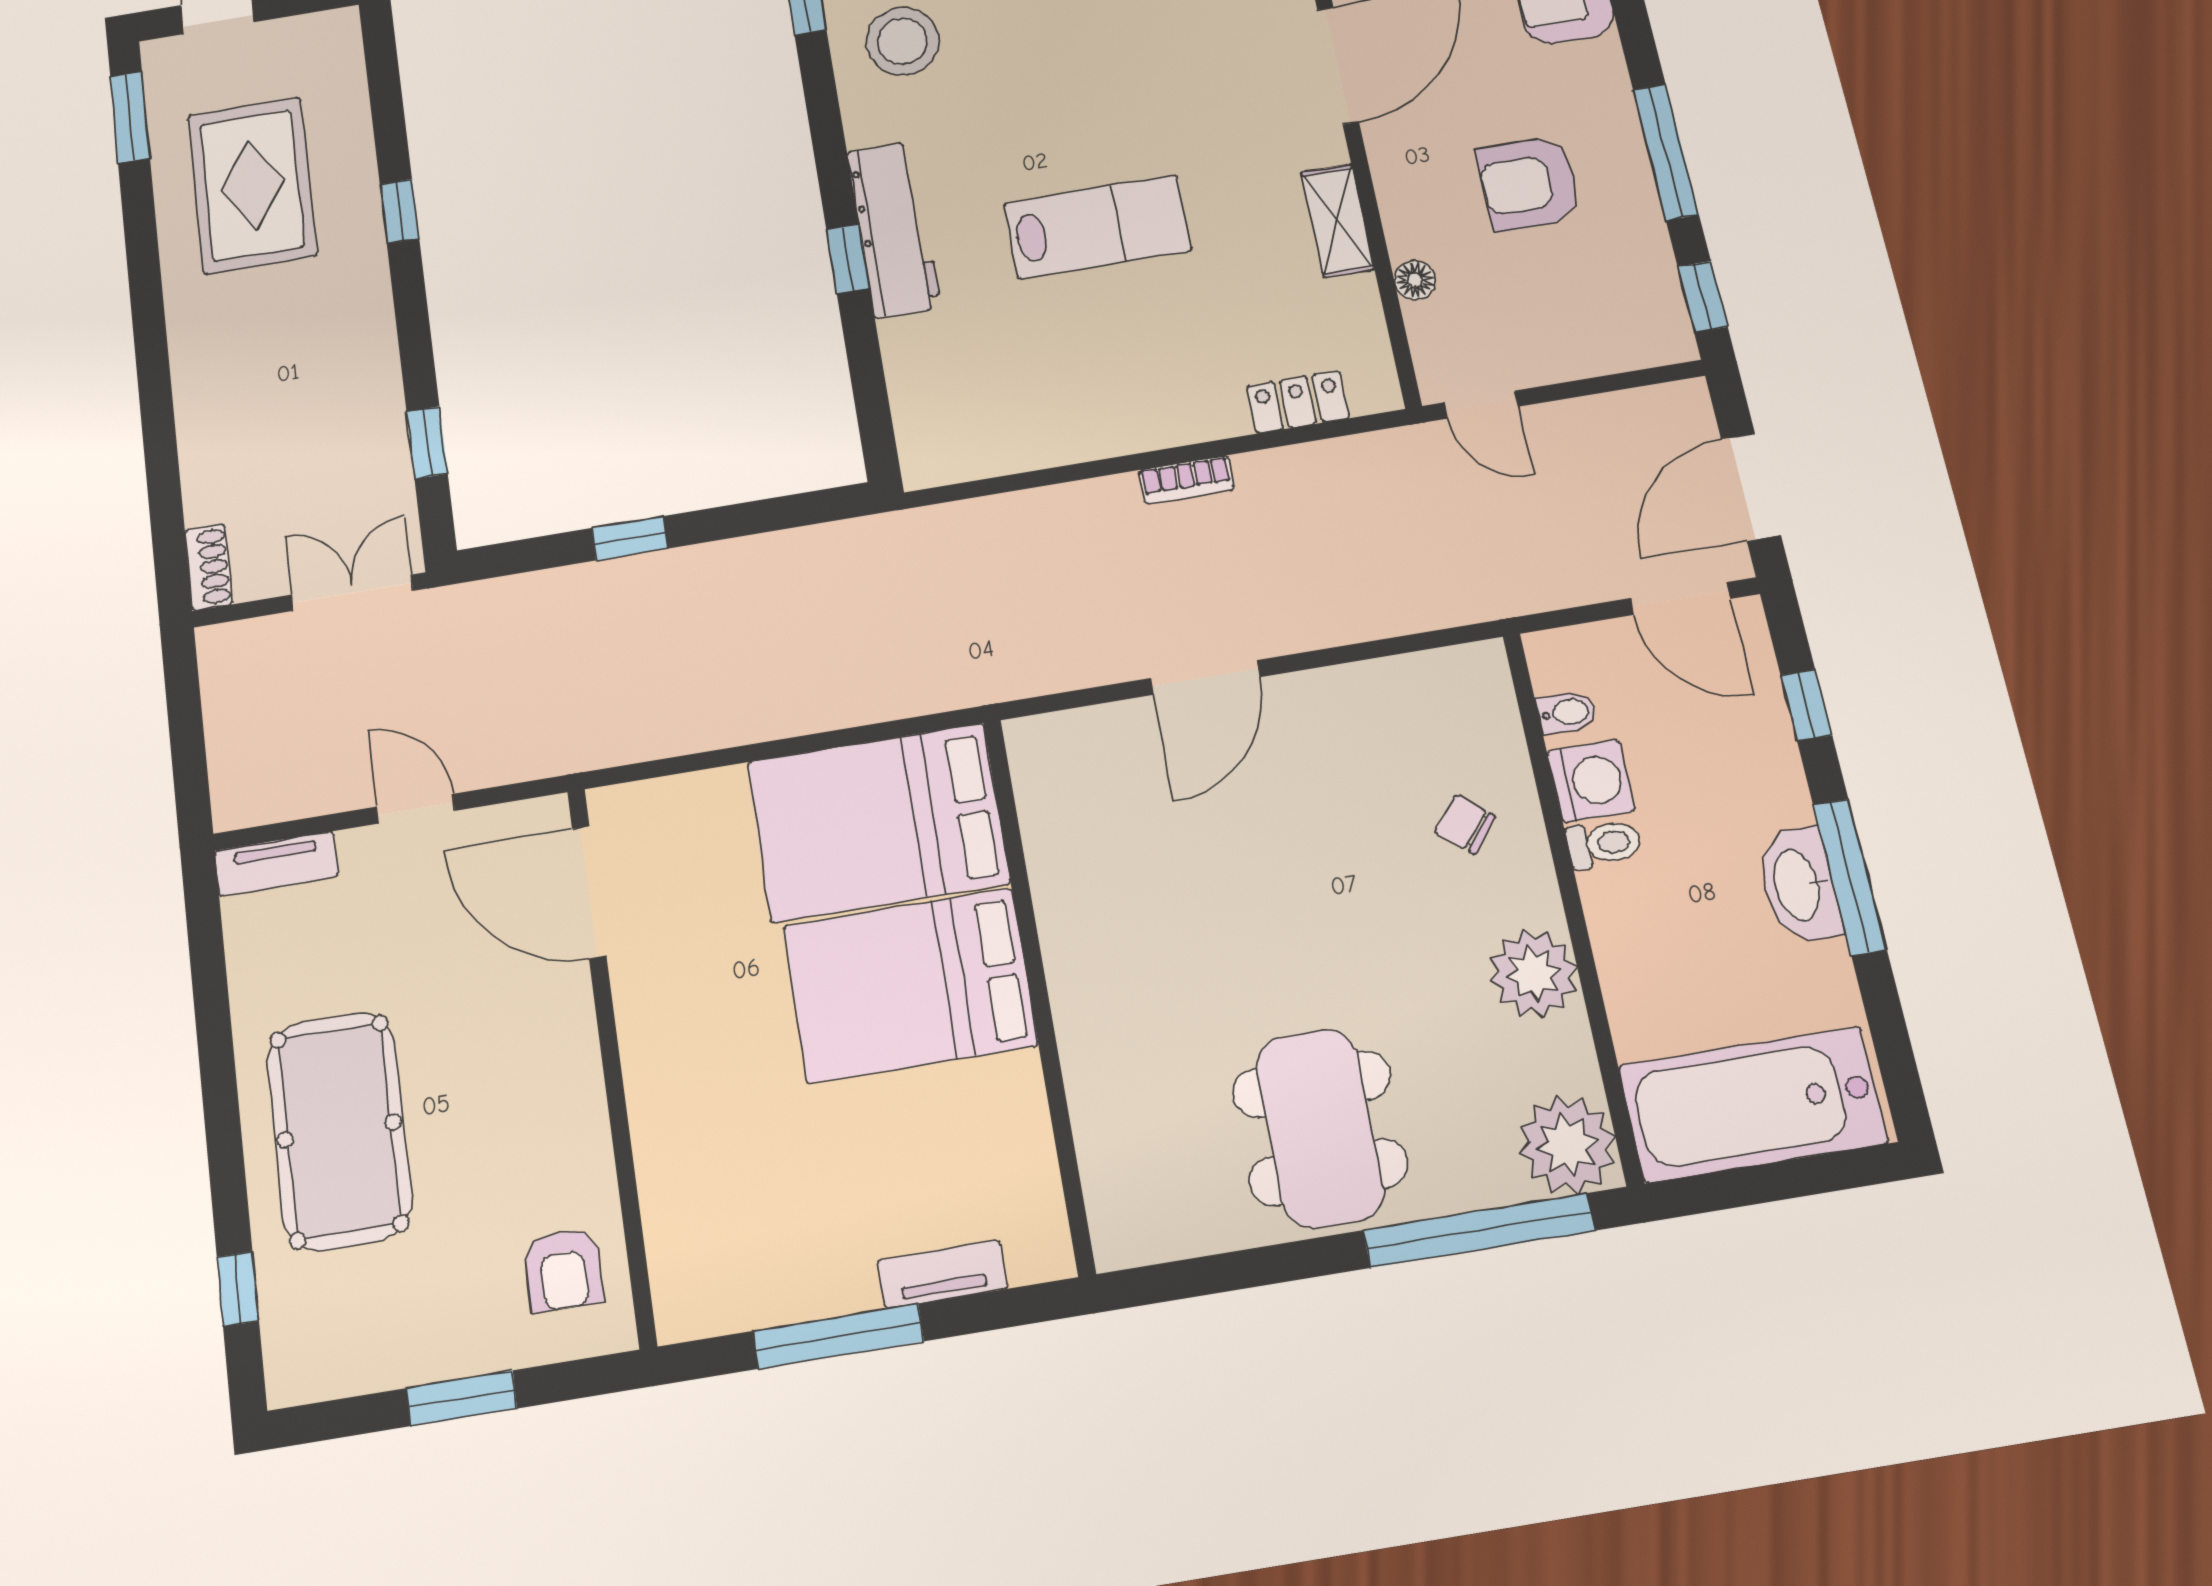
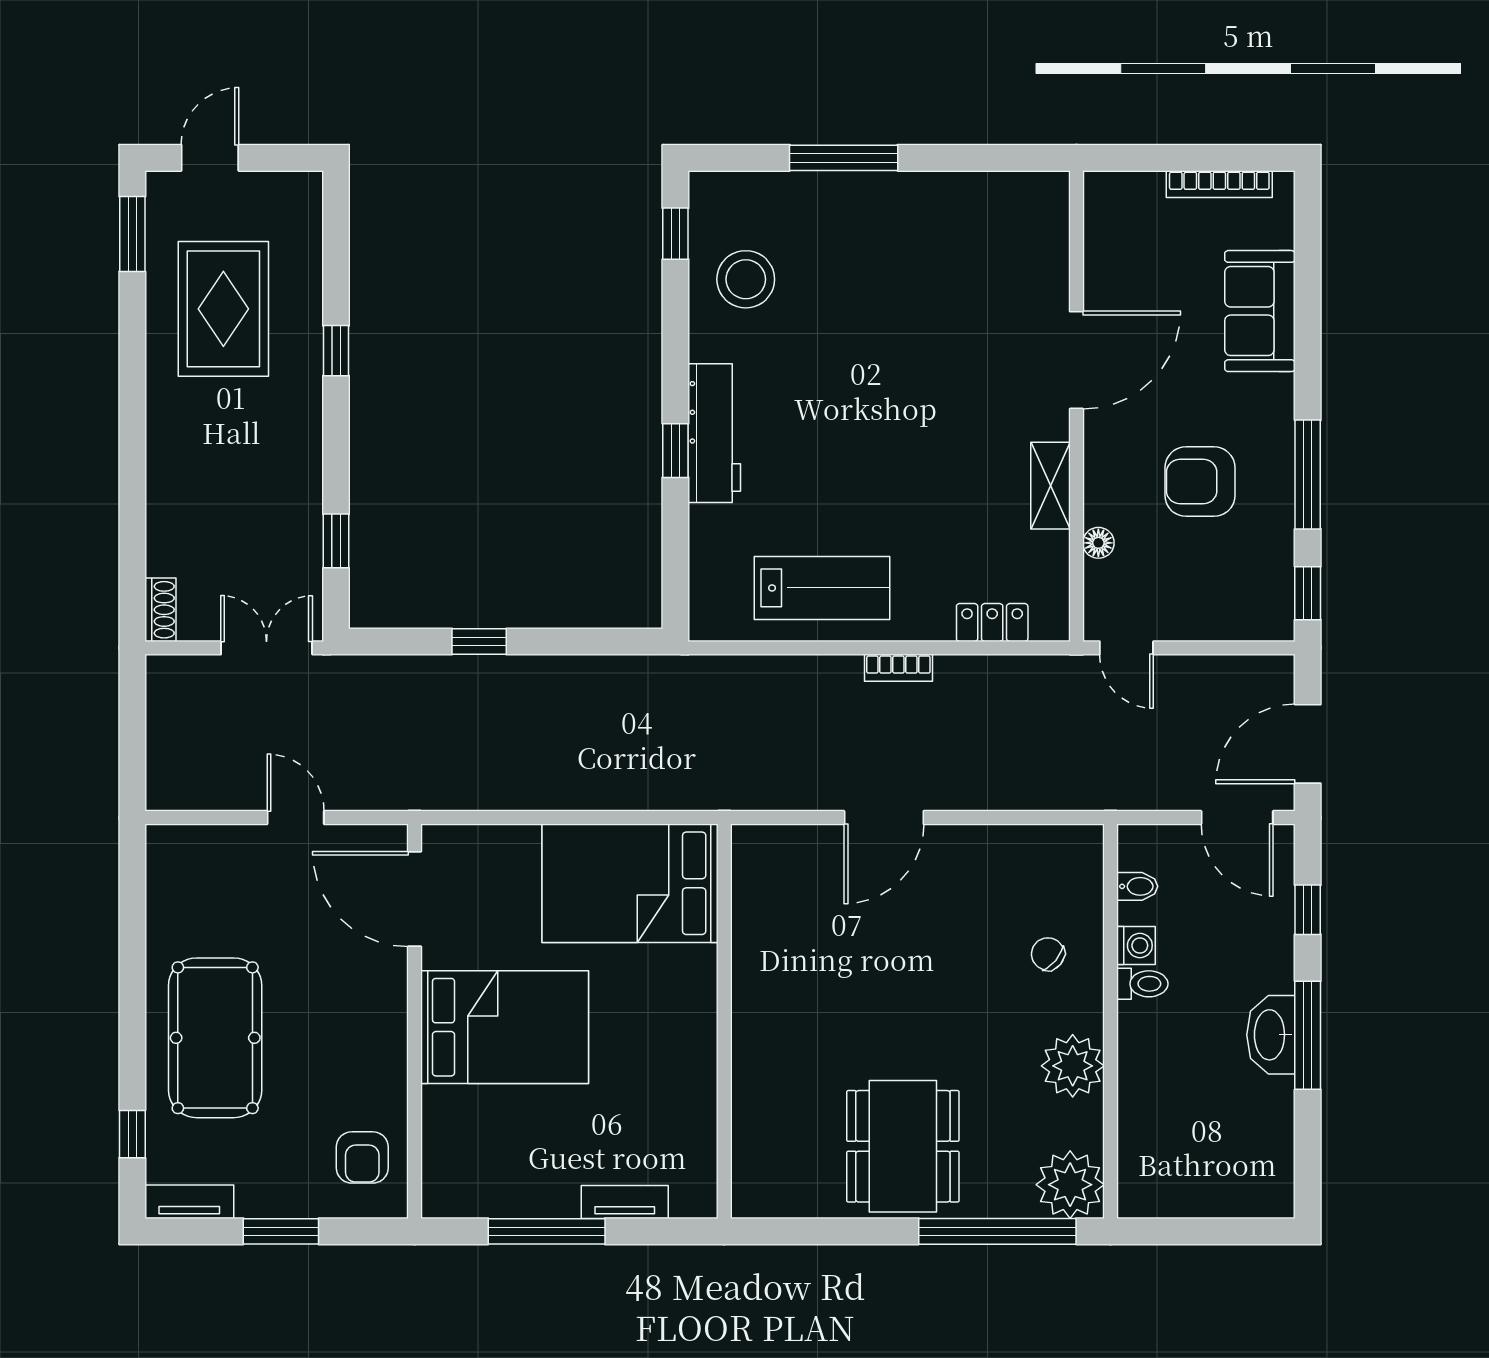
lab bench: (1098, 227) -> (822, 588), moved
washing machine: (1591, 781) -> (1136, 945), width x0.73, depth x0.73
tv unit: (276, 864) -> (189, 1202), moved, turned 180
bed: (910, 985) -> (505, 1027), moved, turned 180
bathtub: (1753, 1104) -> (1203, 1178), removed

